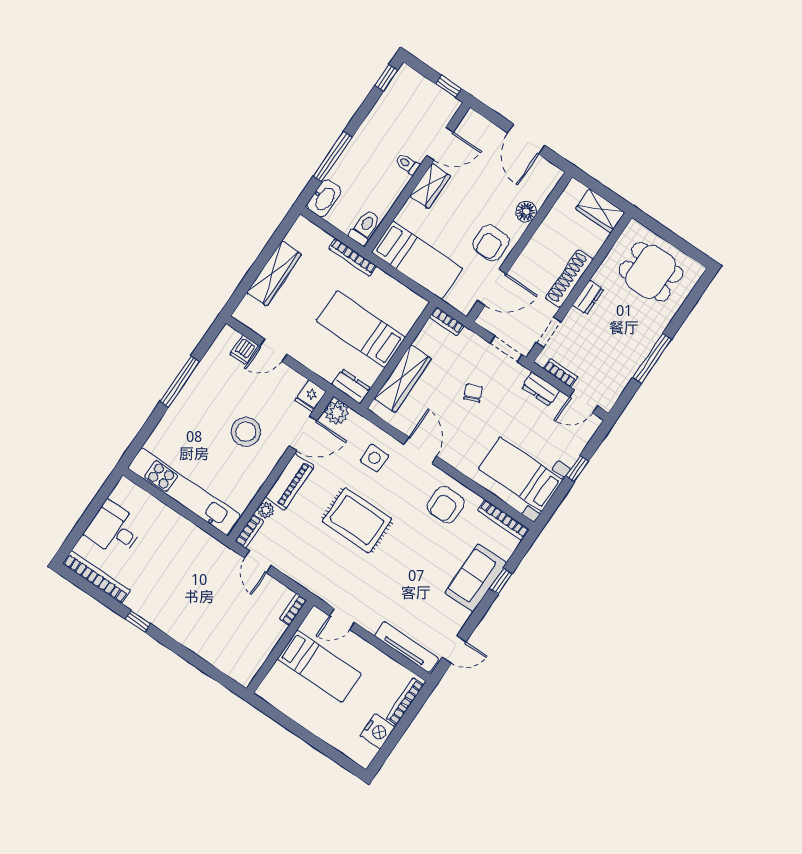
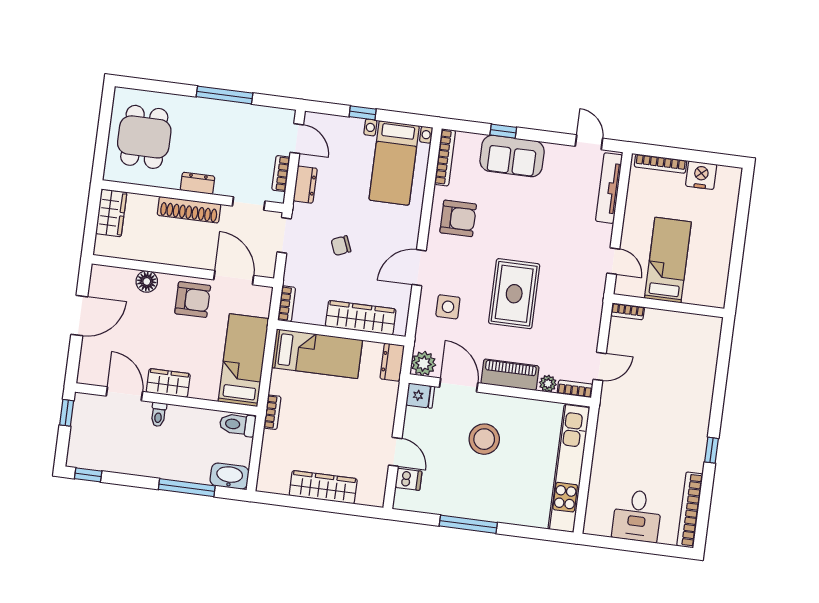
bookcase: (353, 257) -> (272, 412), width x0.64
bed: (361, 329) -> (317, 354), moved, turned -90

